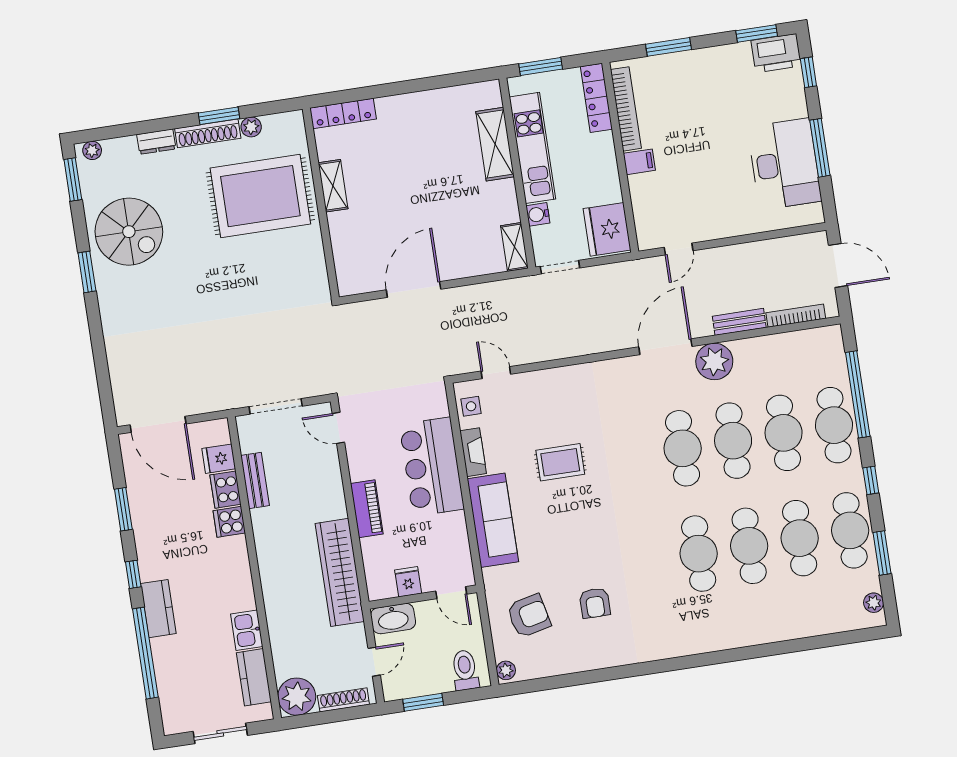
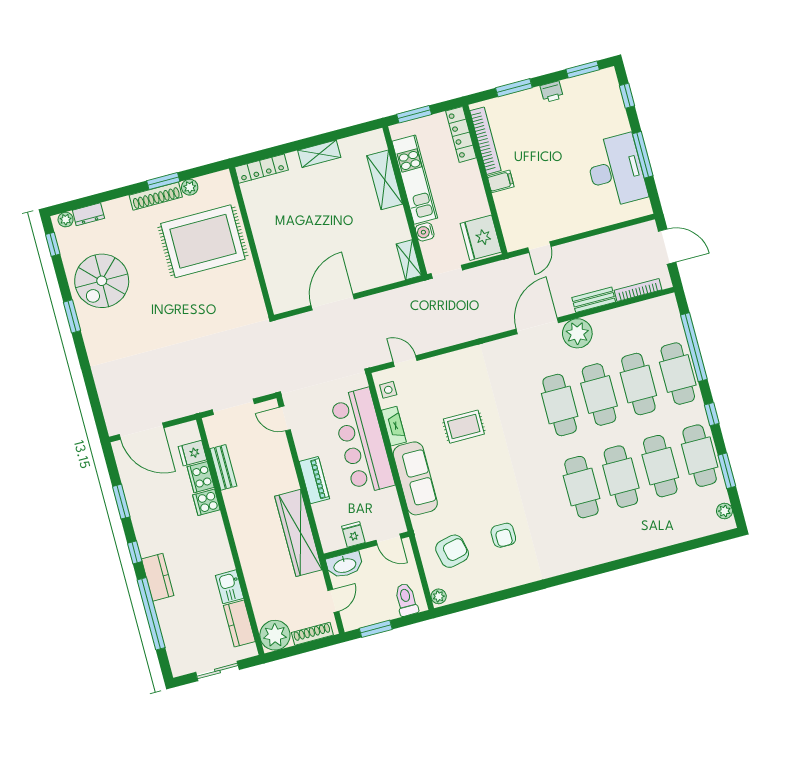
printer: (776, 53) -> (552, 92), moved, width x0.53, depth x0.68
dresser: (156, 142) -> (88, 214), moved
window: (73, 180) -> (53, 244), width x0.67
shelving: (333, 186) -> (319, 154), moved, turned 90
spiral stairs: (129, 232) -> (102, 281), turned 90
bar counter: (432, 467) -> (362, 441), width x1.36

